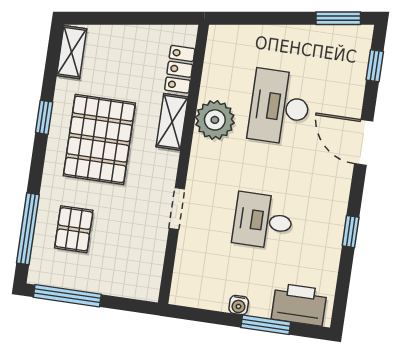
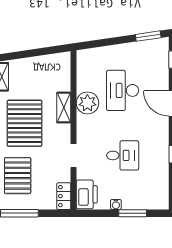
locker: (180, 69) -> (64, 196), moved
desk: (263, 221) -> (123, 155), turned 180
pallet: (74, 229) -> (18, 176), width x1.50, depth x1.42
printer: (299, 305) -> (87, 194), moved, turned 90

